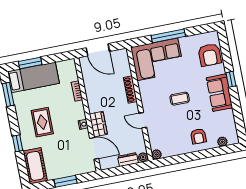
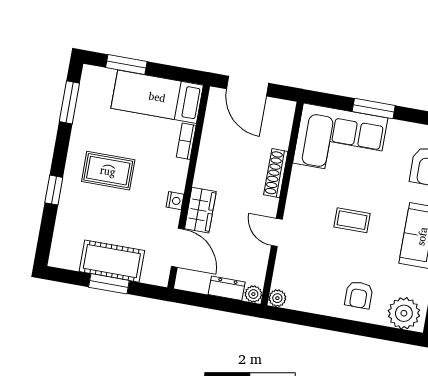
window: (168, 36) -> (374, 108), width x0.69
bed: (33, 77) -> (157, 97), moved, turned 180
rug: (42, 122) -> (108, 171), turned 90
plant: (222, 142) -> (404, 313), width x1.87, depth x1.87
cot: (35, 166) -> (112, 261), moved, turned 90

